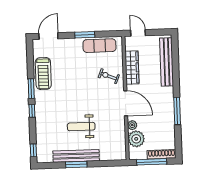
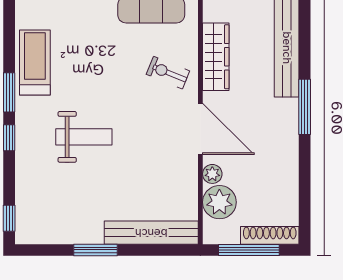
treadmill: (43, 73) -> (35, 63), turned 180
window: (177, 111) -> (305, 107), moved
weight bench: (81, 127) -> (84, 137), moved, turned 180
bench: (76, 156) -> (151, 233), moved

